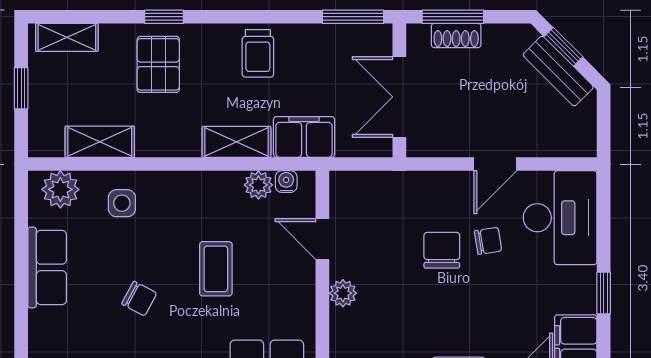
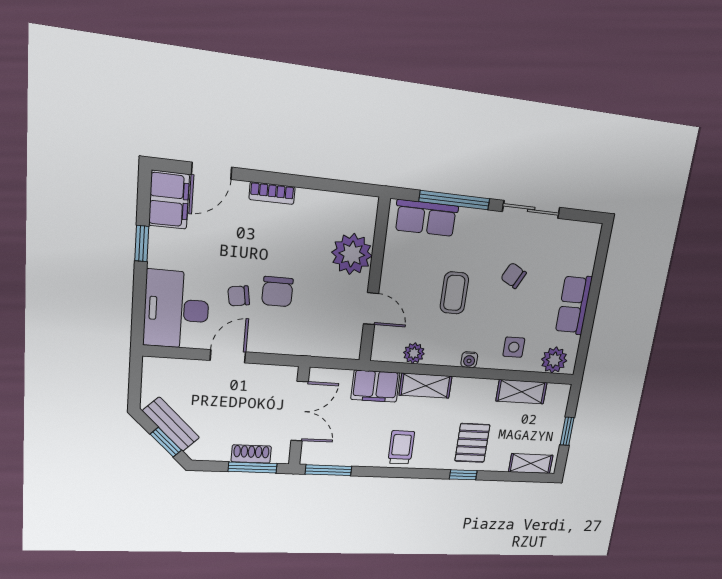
water cooler: (286, 182) -> (469, 360), moved
plant: (343, 293) -> (352, 254), width x1.87, depth x1.87

